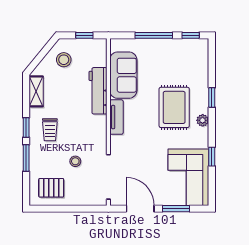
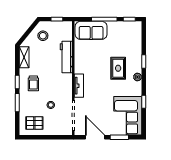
sofa: (123, 75) -> (91, 30), moved, turned 90
rug: (174, 107) -> (118, 68), width x0.73, depth x0.70
tv unit: (116, 117) -> (79, 86), moved

